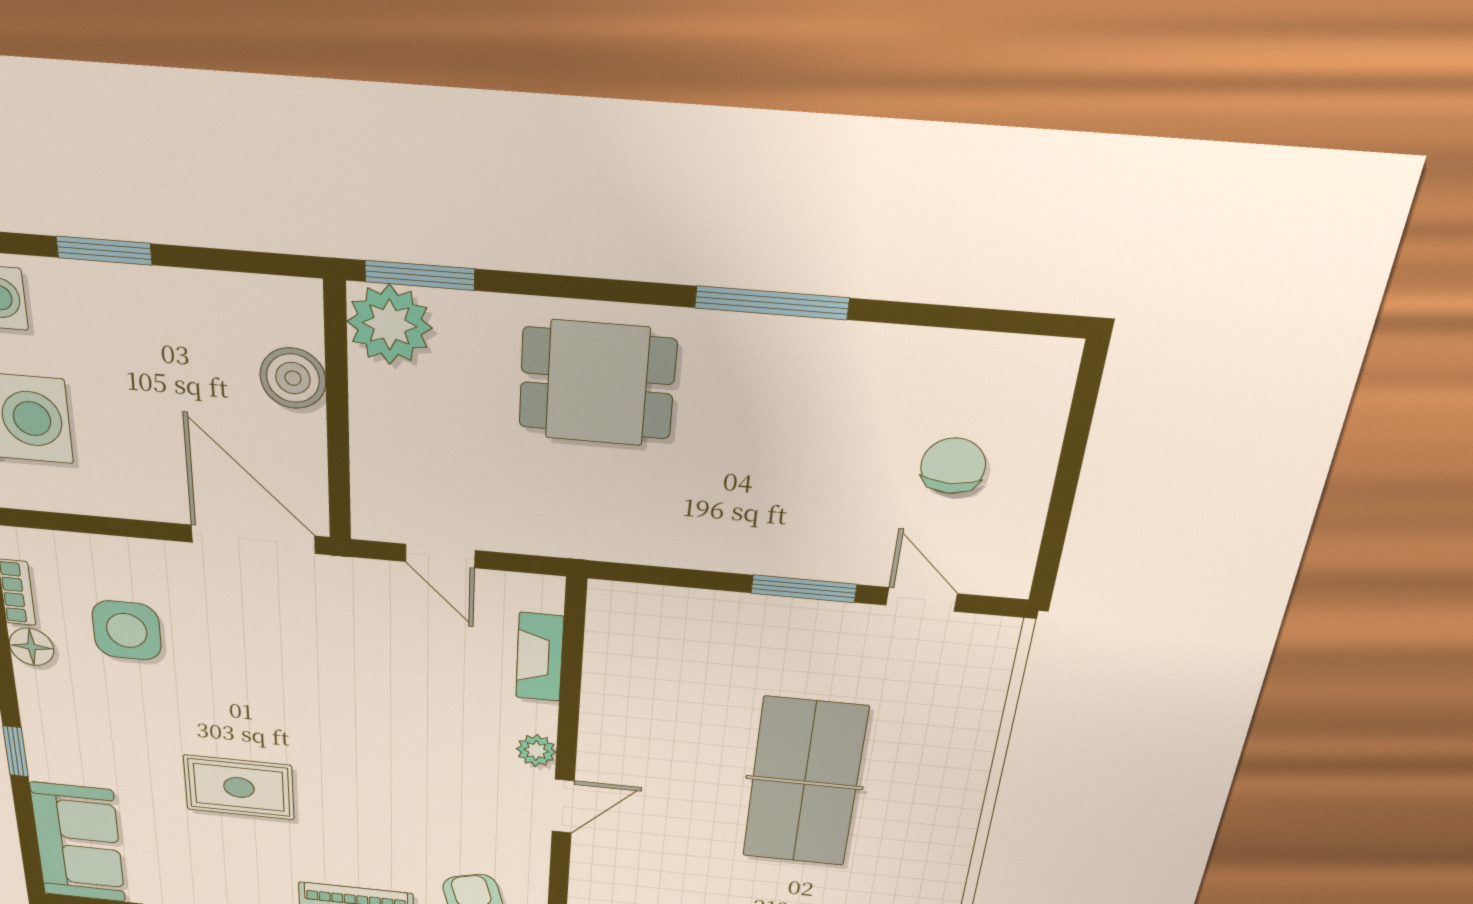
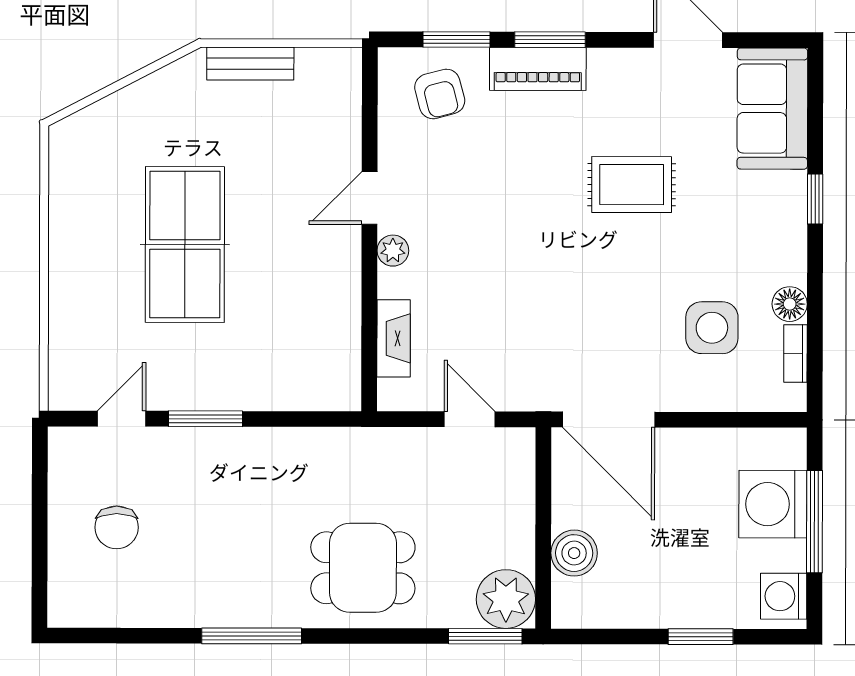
door: (922, 599) -> (122, 419), swing flipped

